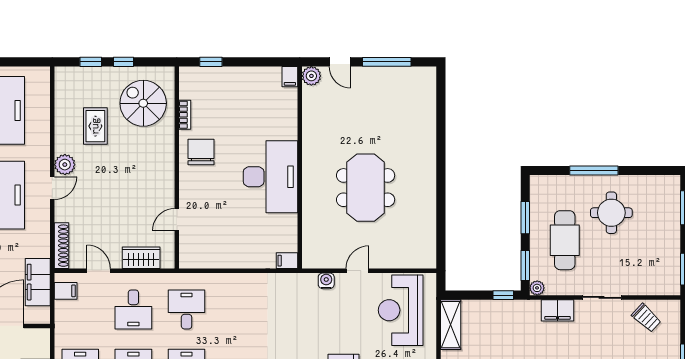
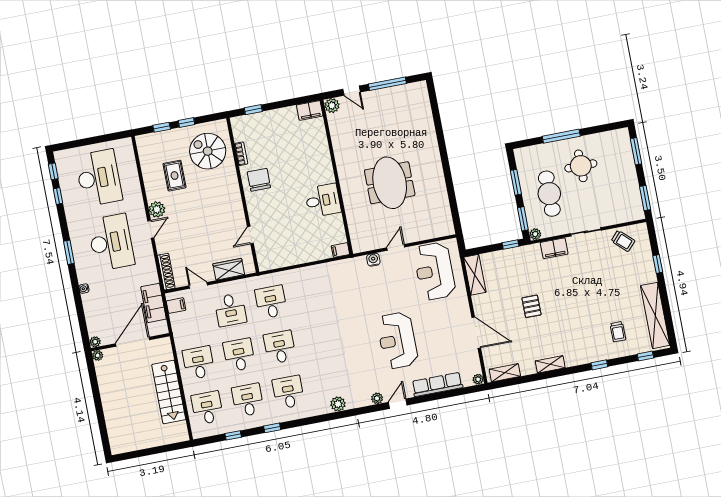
filing cabinet: (290, 77) -> (310, 110), width x2.00
desk: (270, 177) -> (323, 200), width x0.53, depth x0.77

